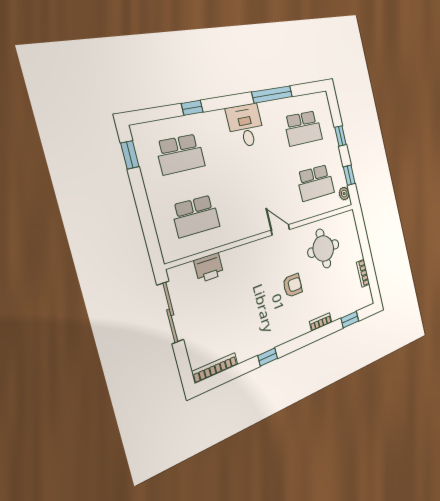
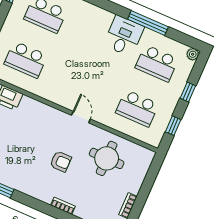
desk: (246, 126) -> (124, 36), moved
plant: (344, 194) -> (193, 54), moved

